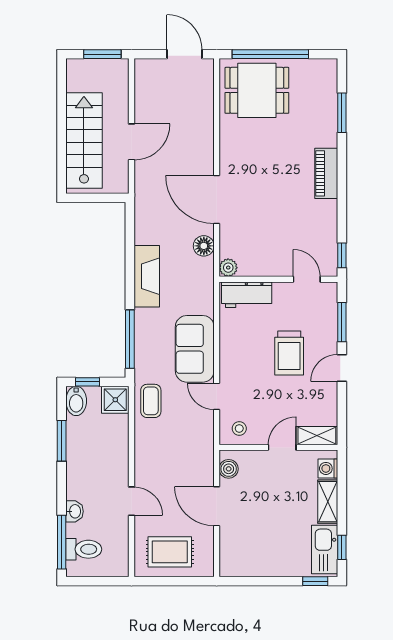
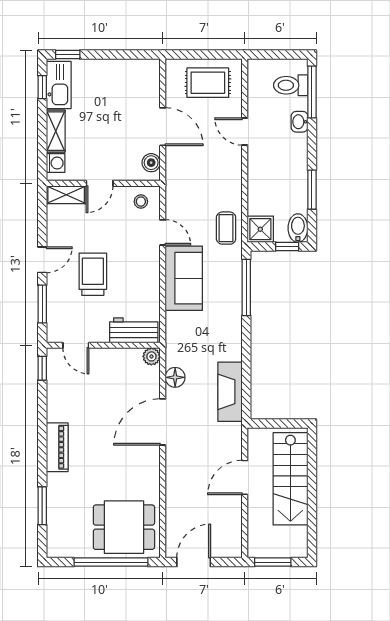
door: (185, 54) -> (194, 562), swing flipped
door: (217, 200) -> (163, 422), swing flipped
fireplace: (147, 276) -> (230, 392), moved

